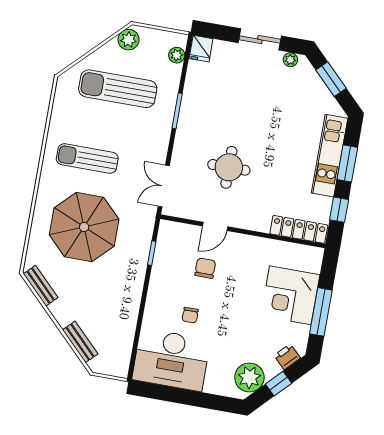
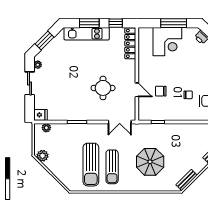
sun lounger: (118, 89) -> (91, 165), moved
parasol: (84, 227) -> (150, 162), width x0.73, depth x0.73

